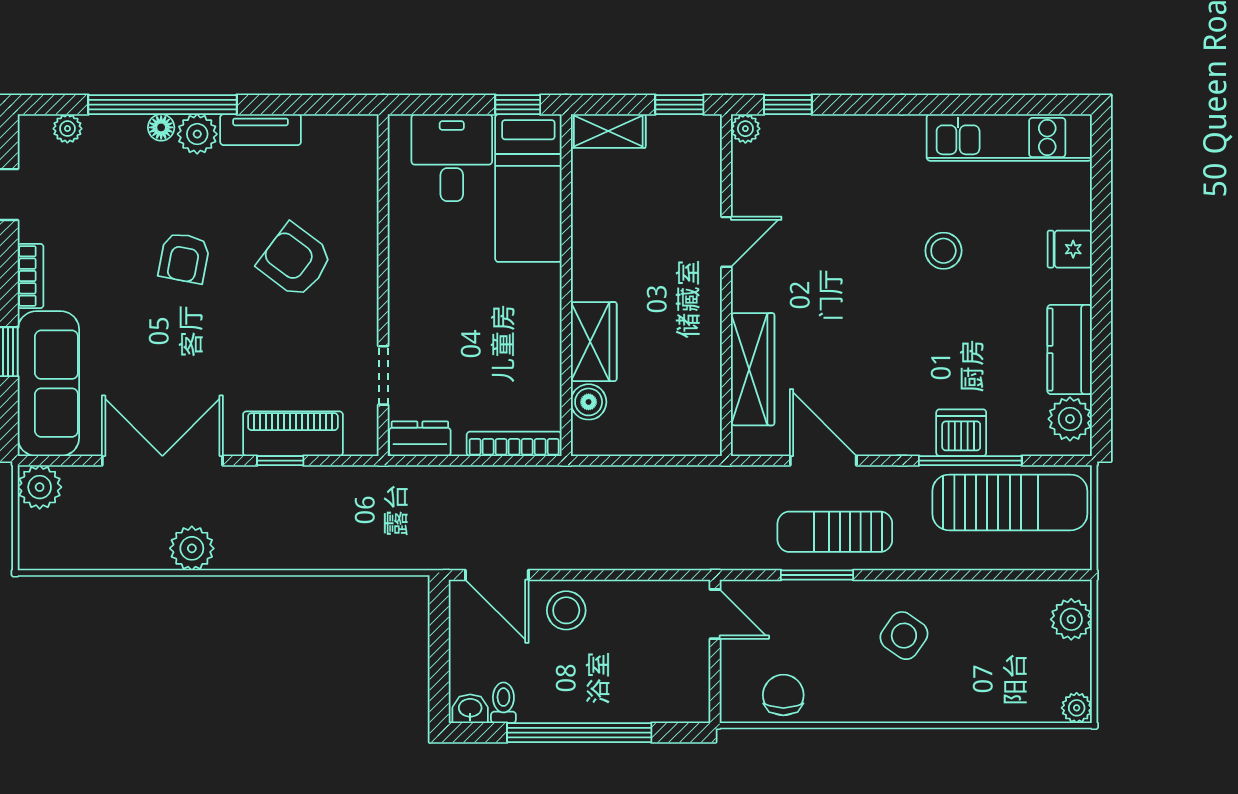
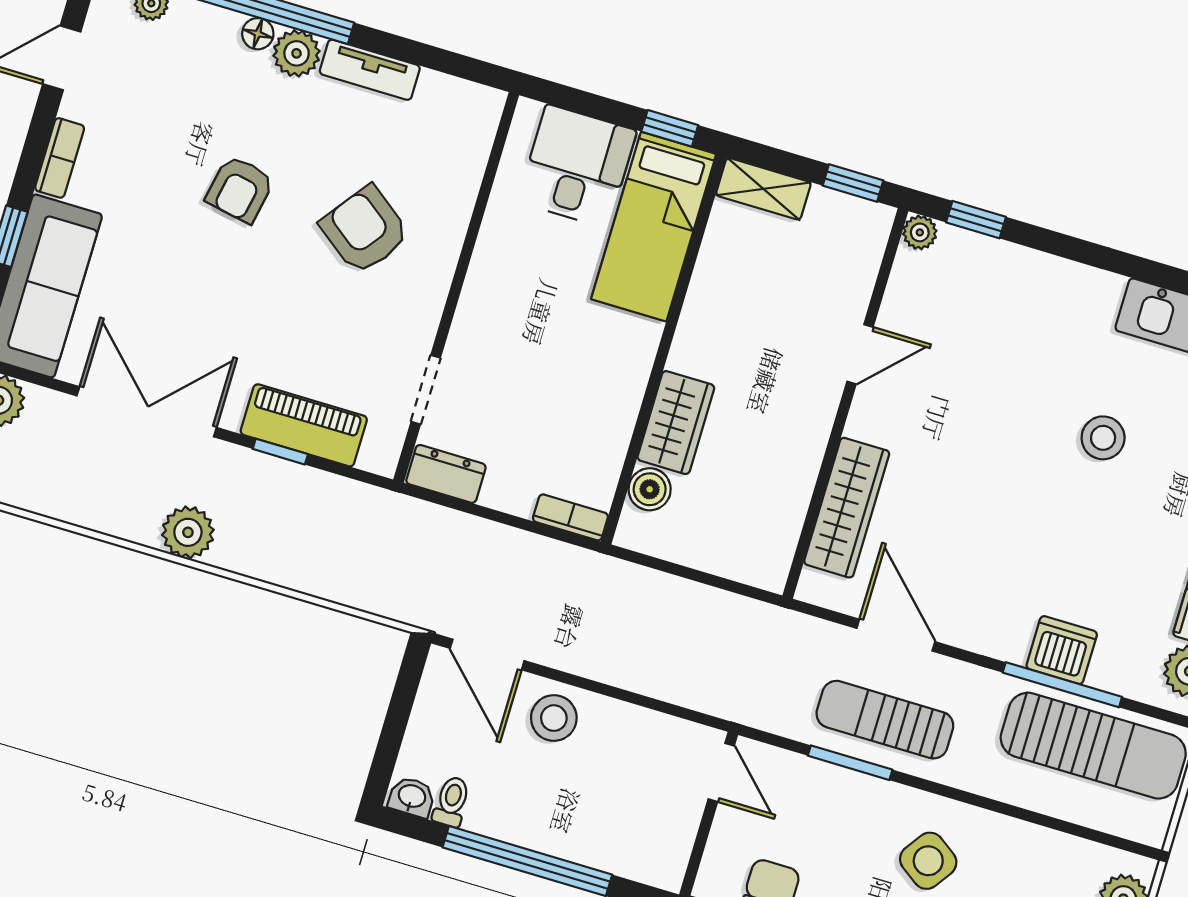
bookcase: (514, 444) -> (570, 517), width x0.64
plant: (192, 548) -> (188, 532), moved

